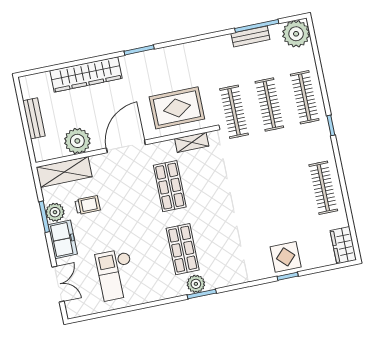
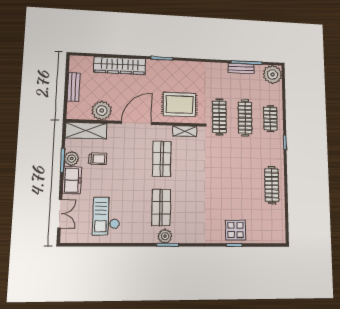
clothes rail: (305, 97) -> (270, 119), width x0.73
wardrobe: (343, 245) -> (278, 230), removed

